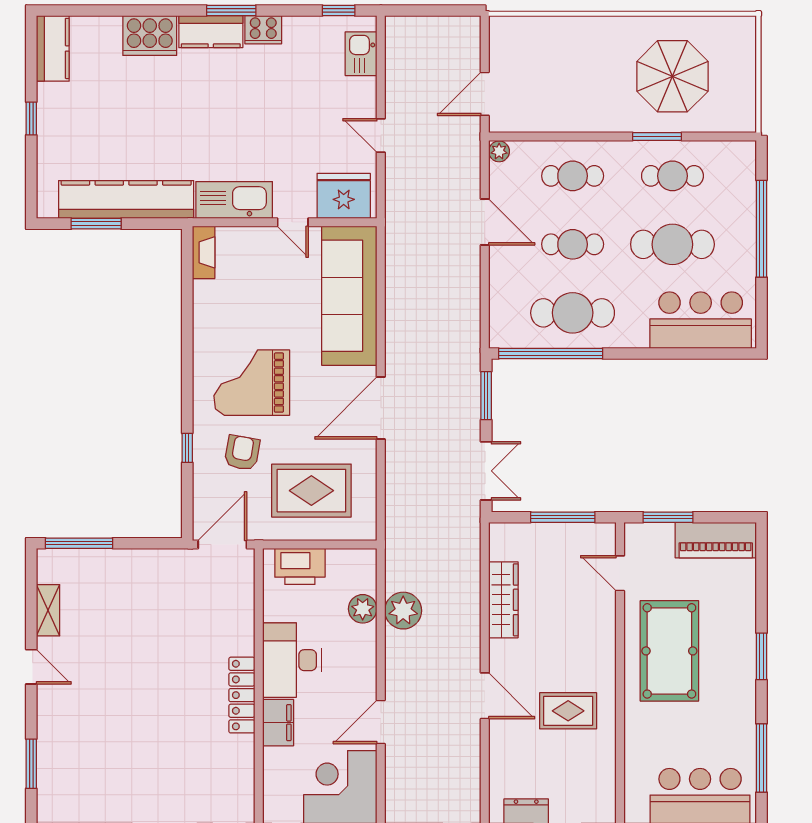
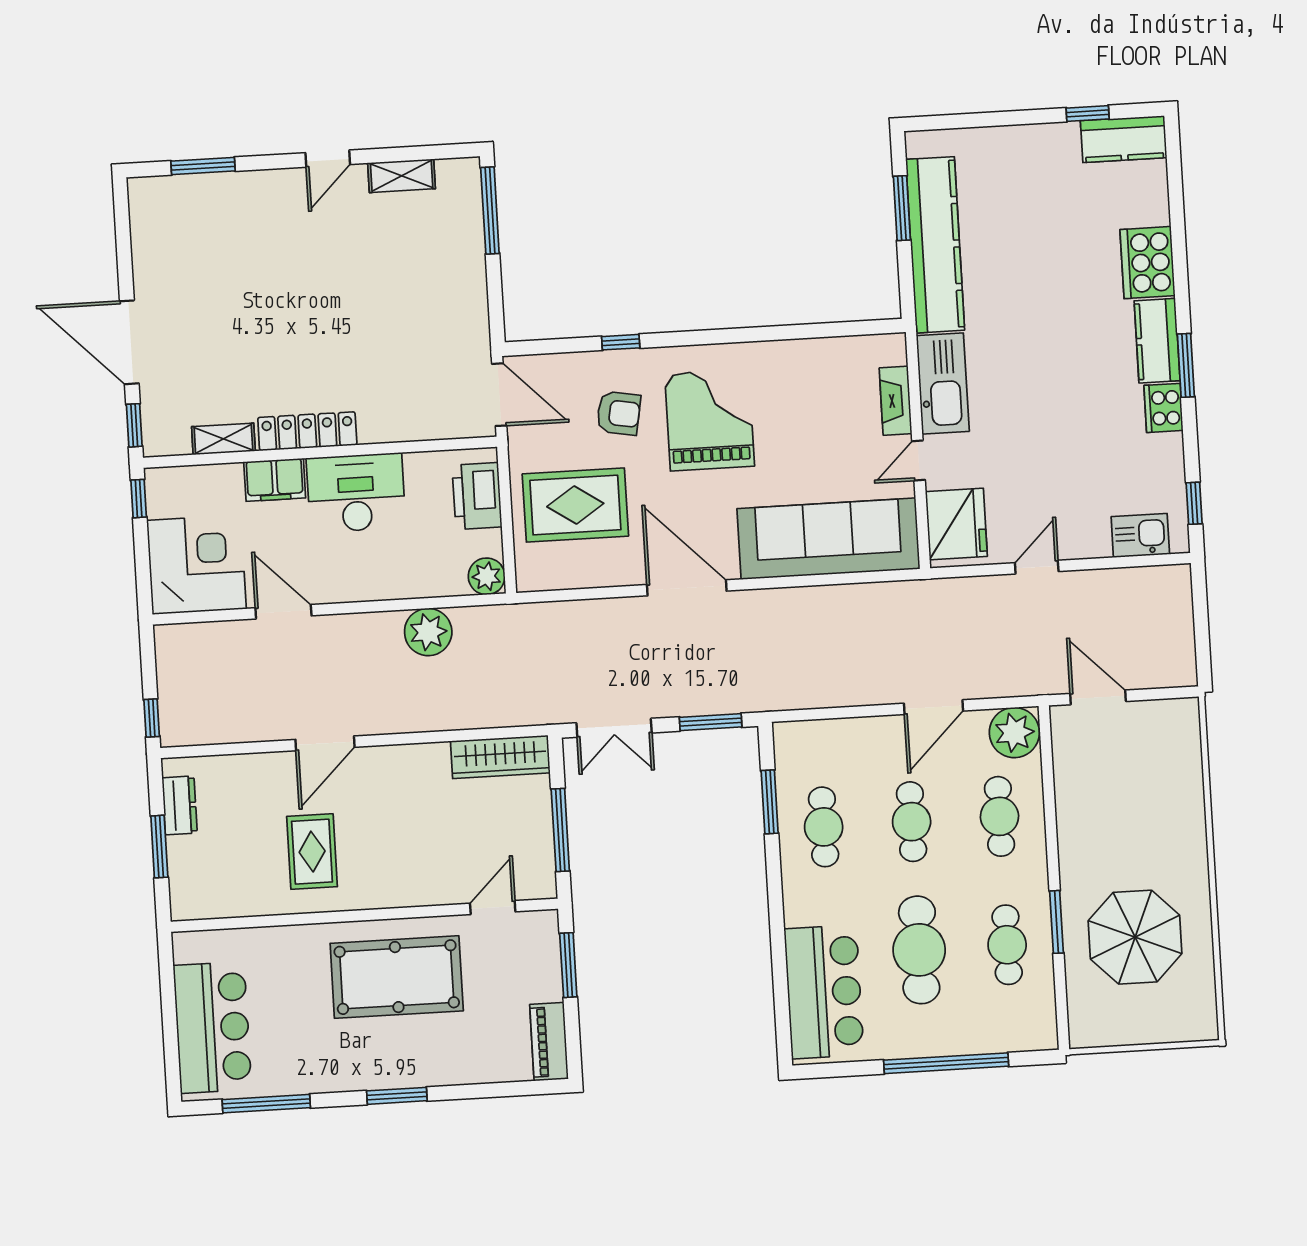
window: (31, 118) -> (1088, 113), moved
plant: (499, 151) -> (1014, 733), width x1.88, depth x1.88
fireplace: (204, 252) -> (896, 401), moved, turned 90
cafe table: (573, 313) -> (824, 827), width x0.73, depth x0.74
window: (551, 353) -> (770, 802), width x0.47
rug: (311, 491) -> (575, 505), turned 90
piano: (716, 540) -> (549, 1042), width x0.73, depth x0.75
wardrobe: (503, 600) -> (500, 757), moved
plant: (363, 609) -> (487, 576), moved
shelving: (244, 761) -> (223, 439), added

